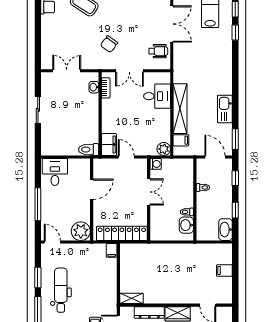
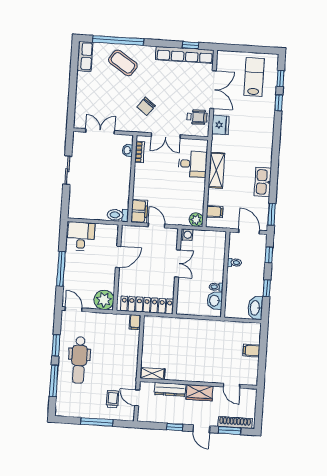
fridge: (181, 57) -> (220, 125), added
shelving: (180, 109) -> (216, 170), width x0.68
dental chair: (61, 290) -> (79, 360), turned 180

